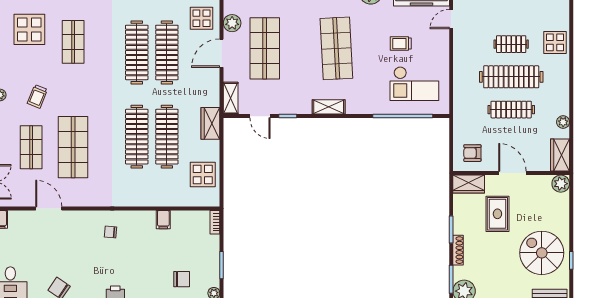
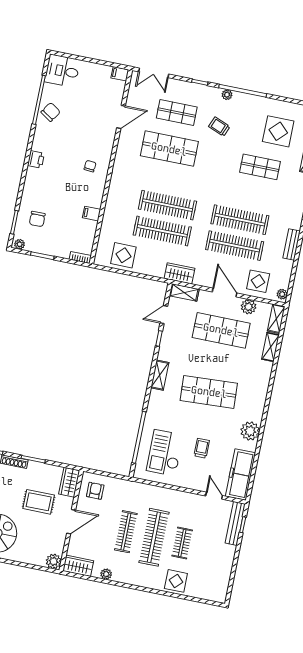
wardrobe: (210, 123) -> (179, 273), moved

